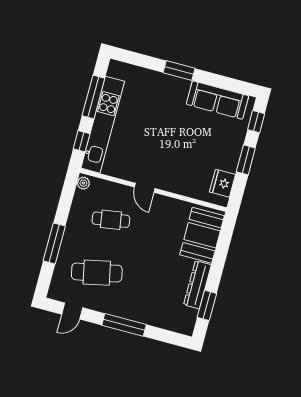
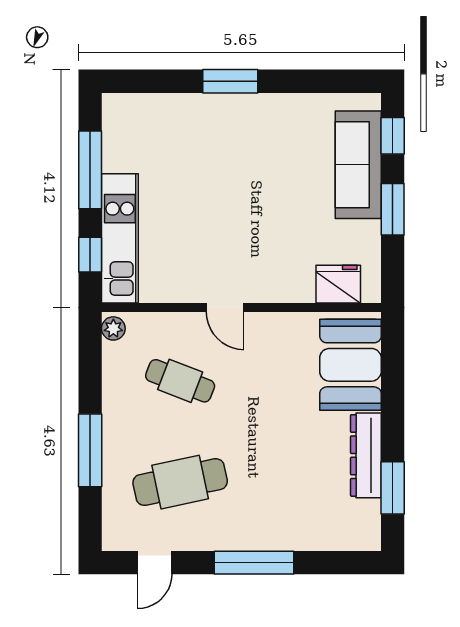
sofa: (217, 100) -> (358, 165), moved, turned 90
kitchen unit: (103, 125) -> (120, 238), width x0.73
fridge: (222, 183) -> (338, 284), moved, turned 90
cafe table: (111, 220) -> (180, 381), turned 30

